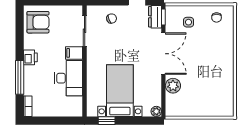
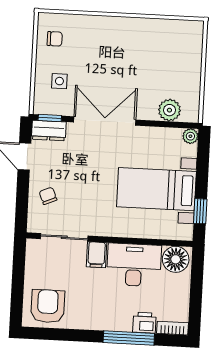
printer: (30, 57) -> (144, 323), moved
plant: (173, 86) -> (169, 110), moved
floor lamp: (74, 106) -> (176, 259), added

